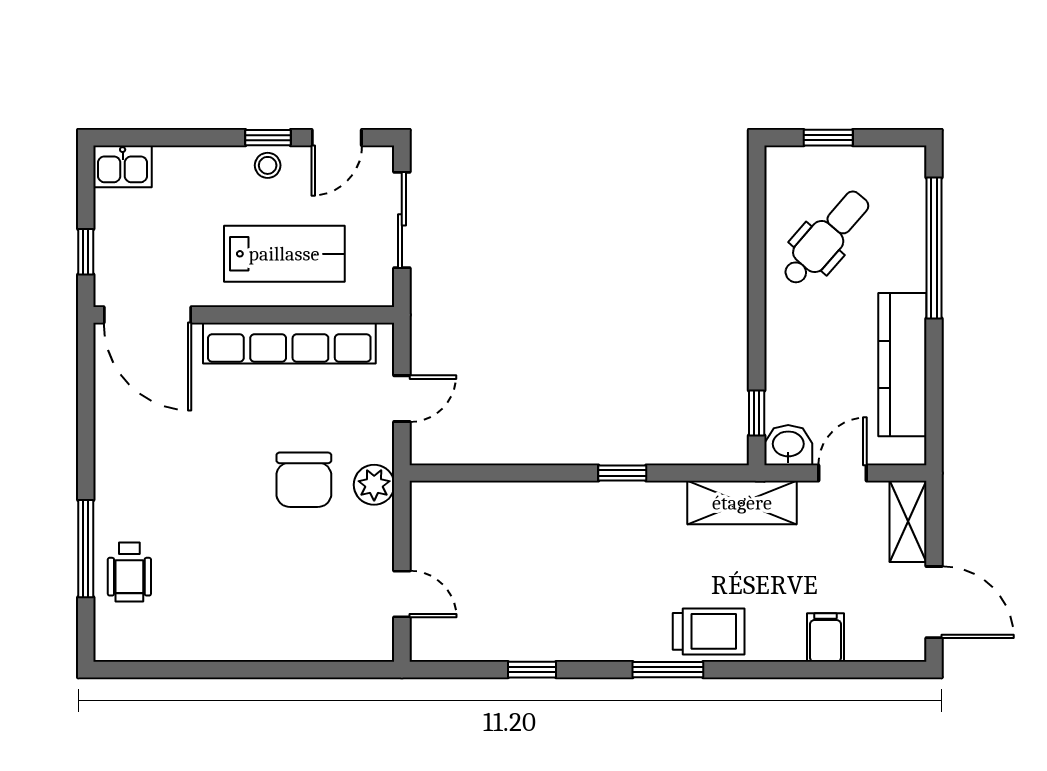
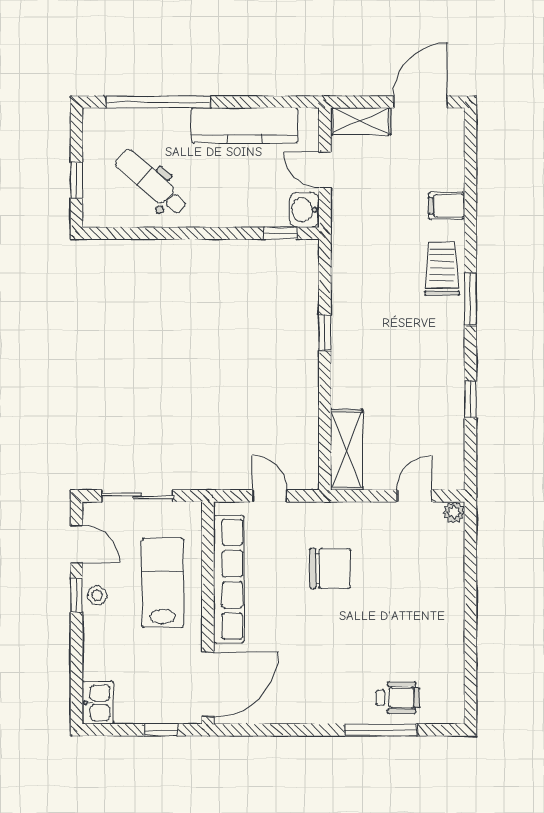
plant: (374, 485) -> (454, 512), moved, width x0.73, depth x0.73
shelving: (742, 503) -> (347, 450), moved
filing cabinet: (825, 637) -> (447, 206), moved

